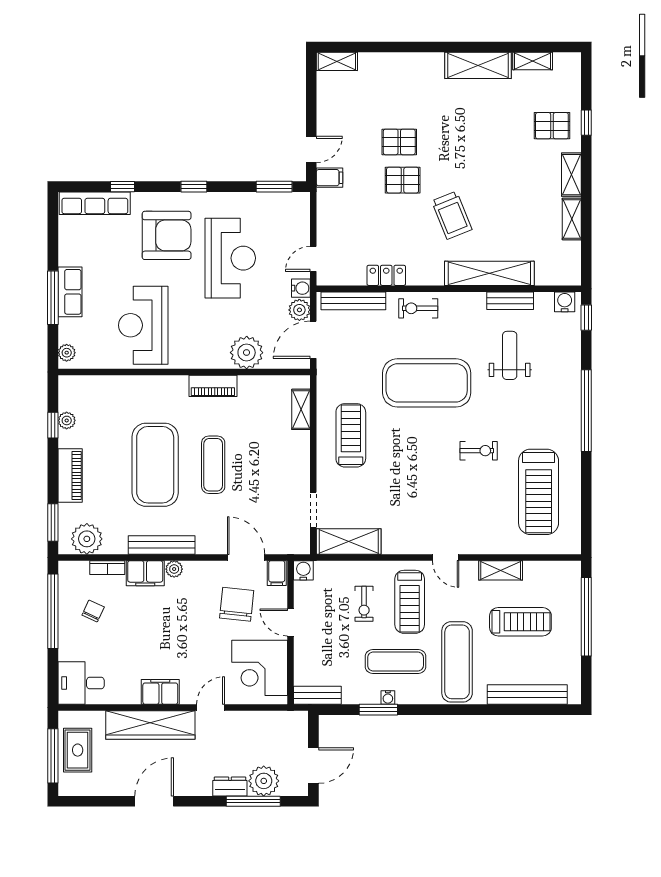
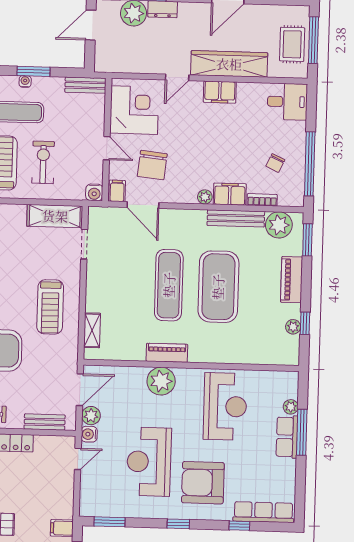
bench: (353, 301) -> (45, 422), width x0.73
plant: (67, 353) -> (291, 407), moved
plant: (247, 353) -> (161, 381), moved
exercise mat: (213, 465) -> (169, 285), width x1.36, depth x1.45
bench: (162, 545) -> (236, 218), moved
exercise bike: (364, 604) -> (43, 162), width x1.38, depth x1.39

